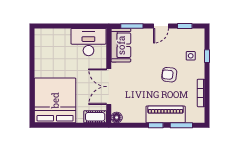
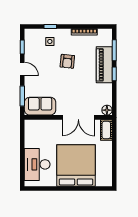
desk: (88, 42) -> (37, 164), moved
bed: (55, 100) -> (76, 165), moved, turned 90

